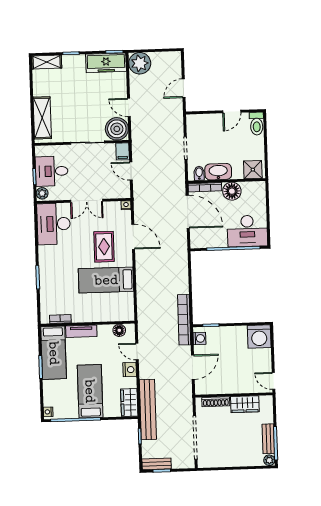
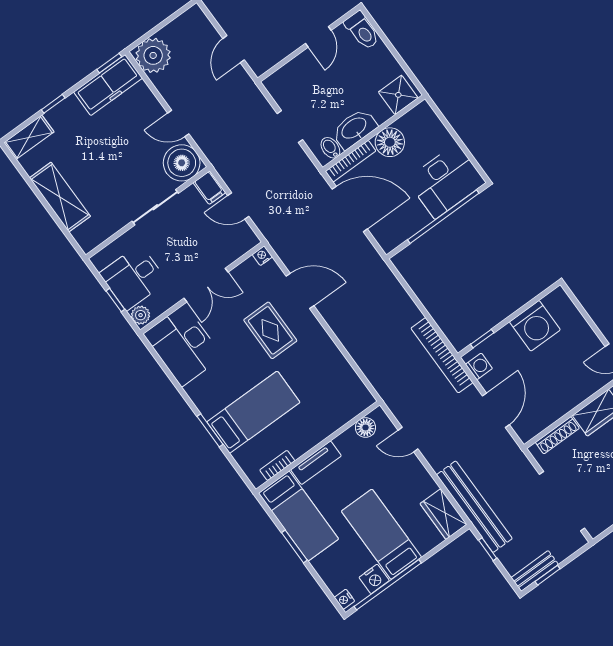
shelving: (42, 118) -> (60, 197), moved
bed: (106, 280) -> (253, 412), moved, turned 180
washing machine: (259, 336) -> (535, 326), moved
nightstand: (130, 370) -> (374, 579), moved, turned 90

